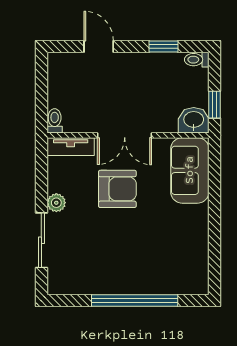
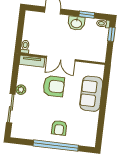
window: (214, 105) -> (111, 34), moved
washbasin: (194, 120) -> (76, 23), moved, turned 180
sofa: (190, 170) -> (91, 94), moved
armchair: (137, 266) -> (59, 128), added

